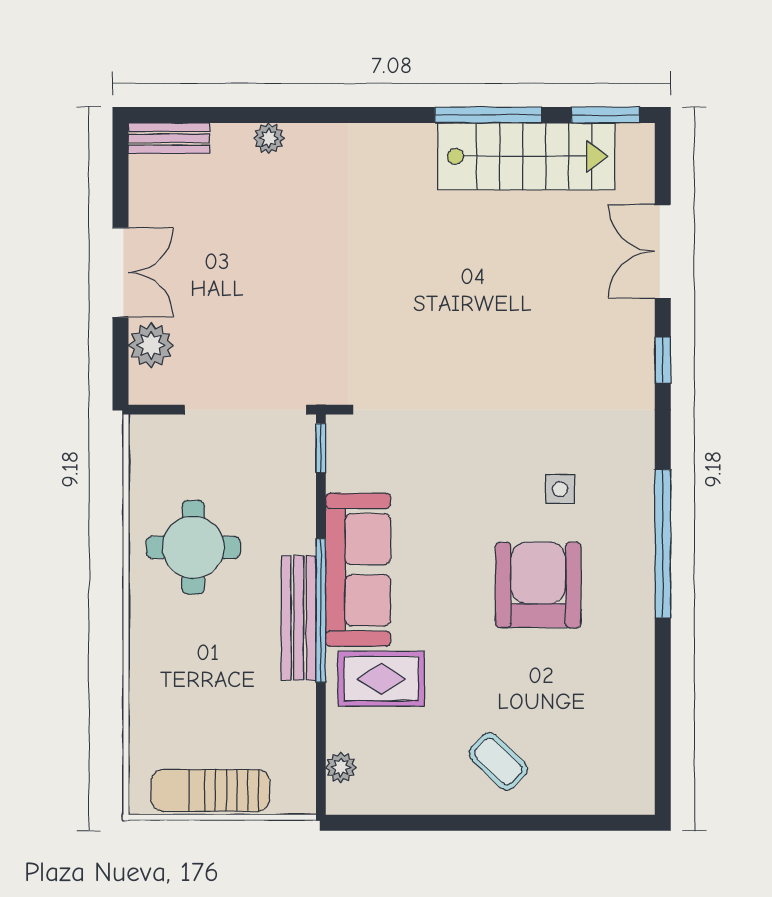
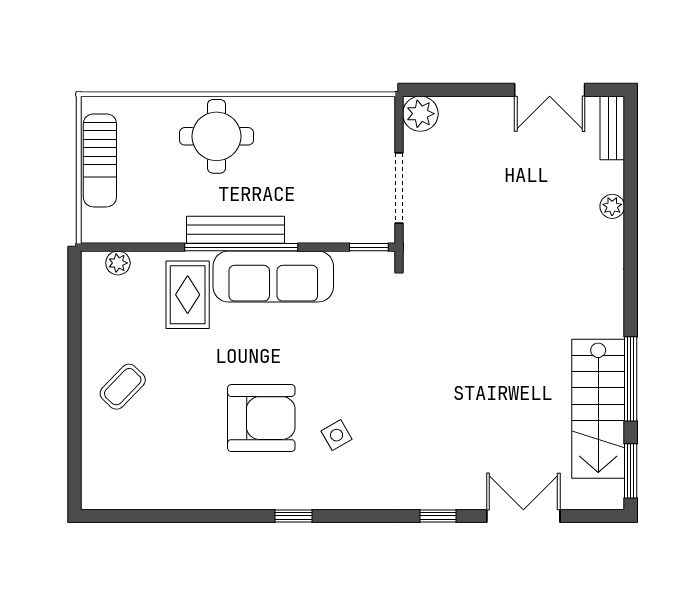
double door: (121, 272) -> (550, 90), moved
plant: (151, 345) -> (420, 114), moved
doorway: (245, 410) -> (399, 188), width x0.73
side table: (560, 489) -> (337, 435), turned -30
window: (663, 544) -> (294, 516), width x0.32
round table: (193, 547) -> (216, 136), moved
sun lounger: (210, 790) -> (100, 160), turned 180

